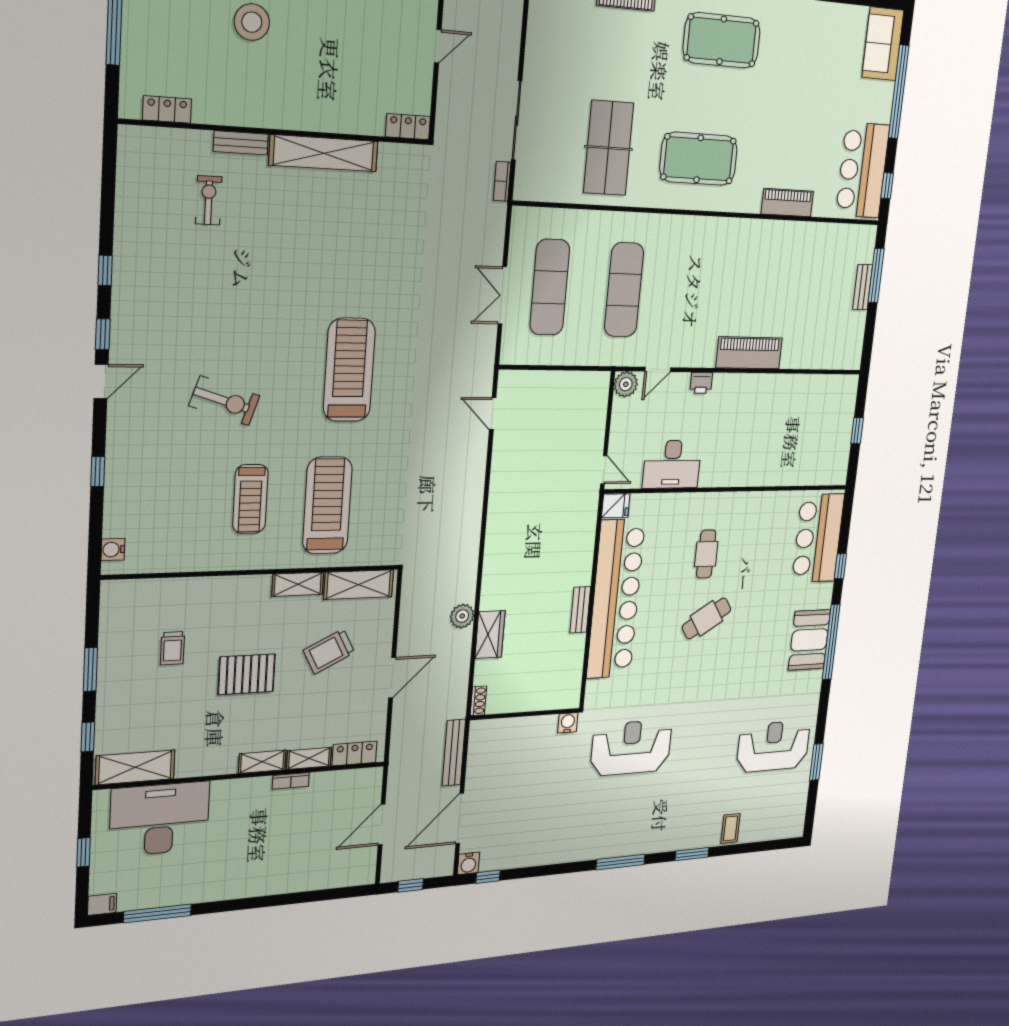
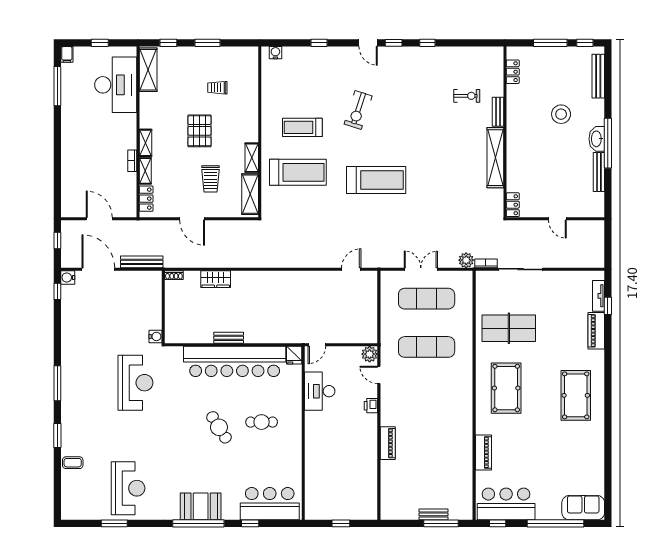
piano: (749, 353) -> (388, 443), width x0.73, depth x0.75
plant: (462, 616) -> (466, 260), moved
trolley: (329, 651) -> (211, 179), turned -153

